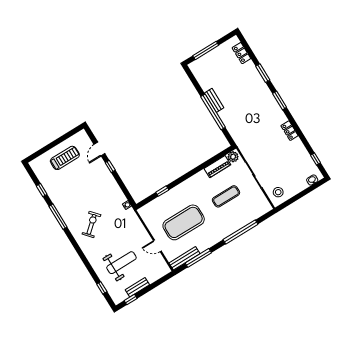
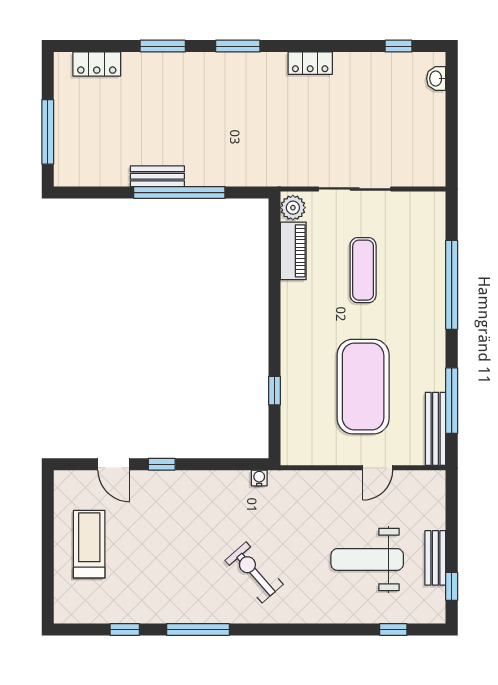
stool: (278, 192) -> (419, 161), removed
weight bench: (121, 263) -> (367, 559), turned -90

